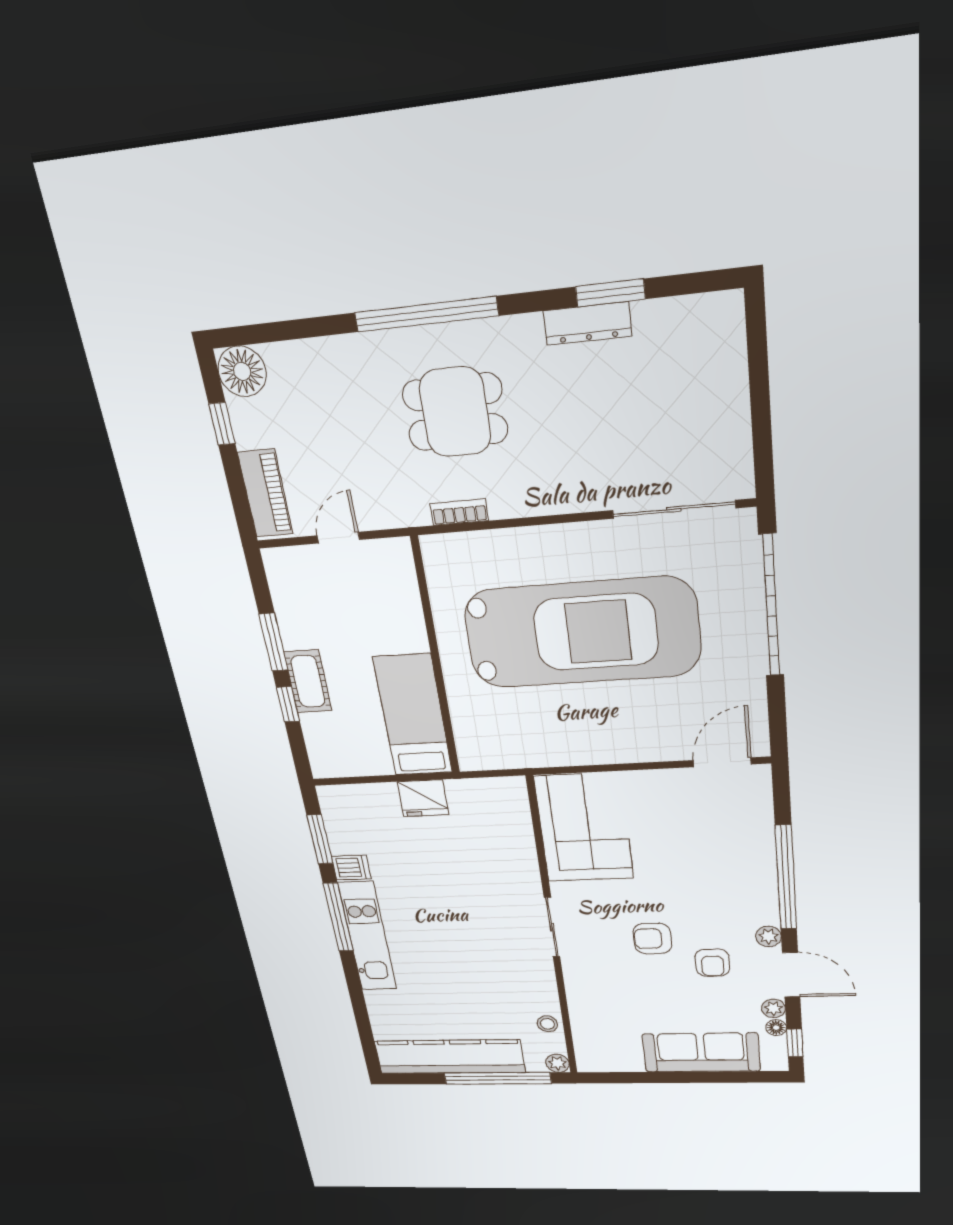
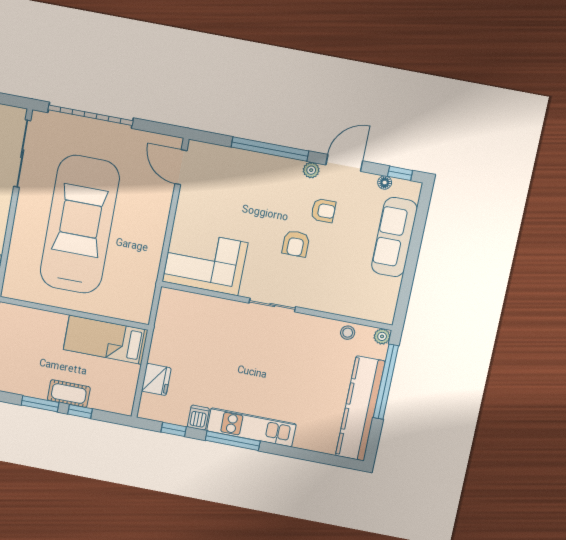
fridge: (423, 798) -> (156, 379), moved
window: (320, 839) -> (174, 429), width x0.67
plant: (774, 1008) -> (368, 181), removed

